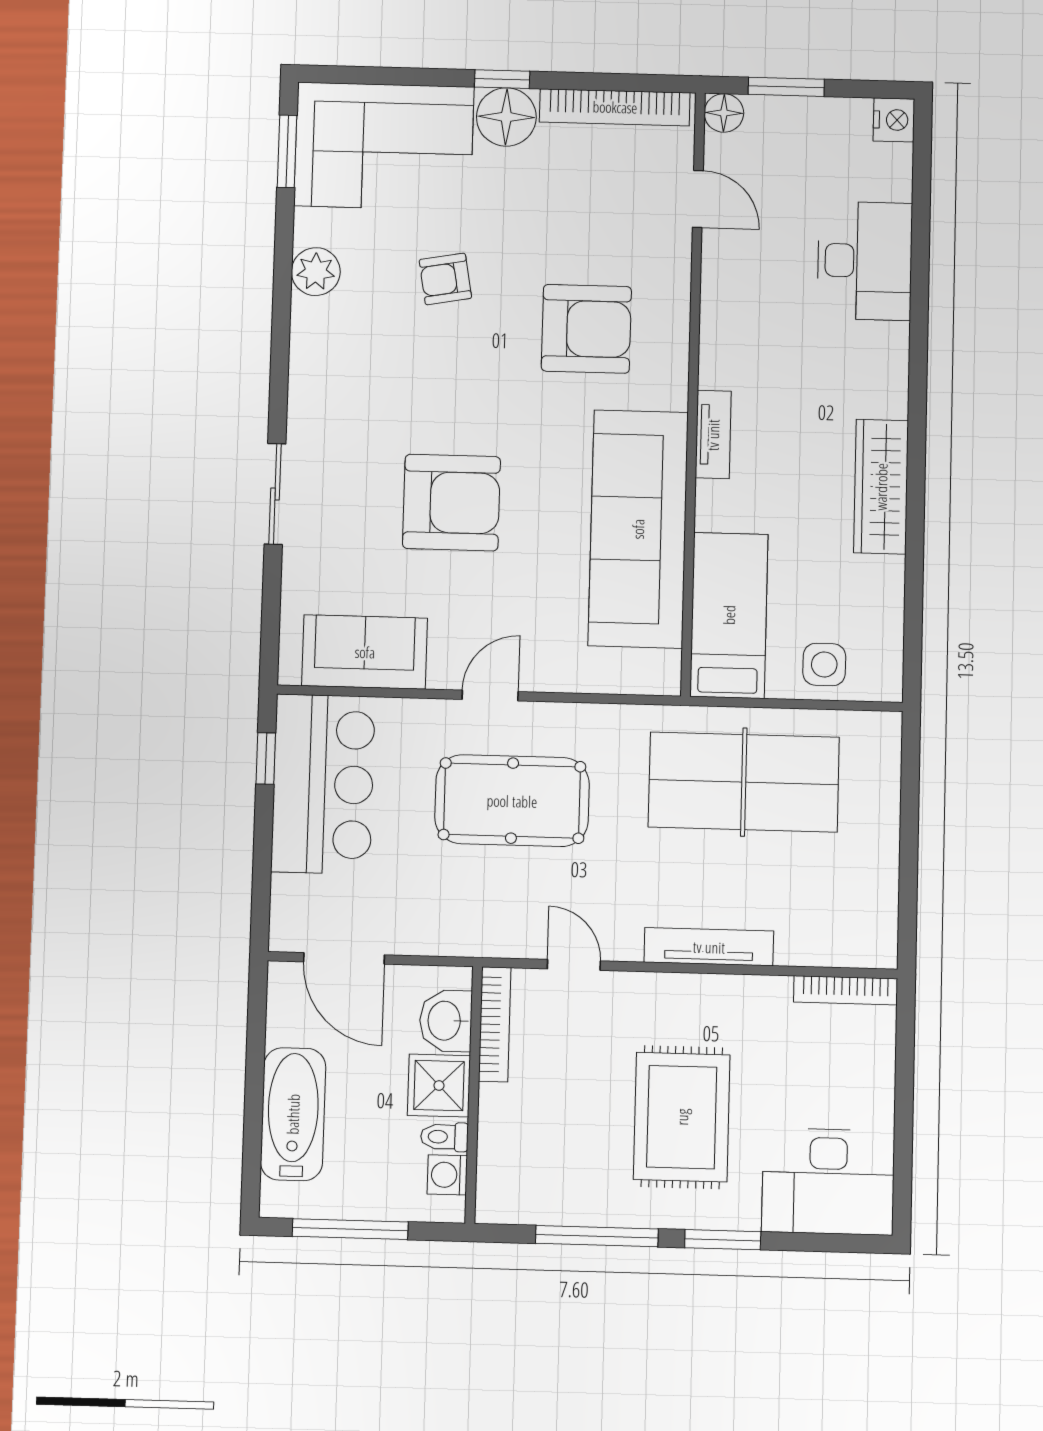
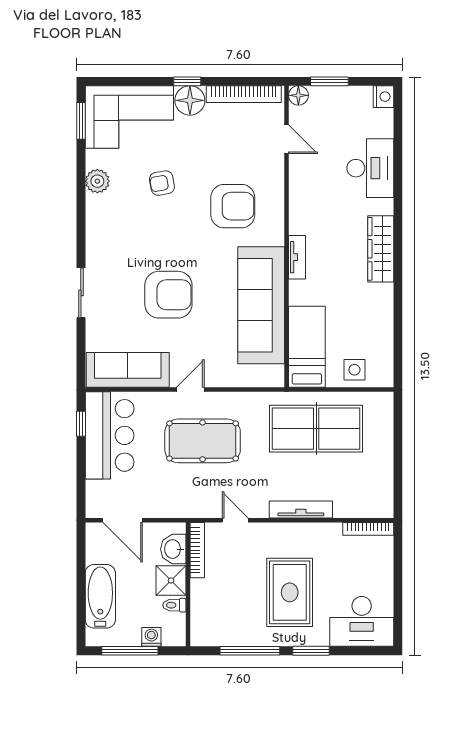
wardrobe: (881, 487) -> (381, 249), moved
sofa: (365, 652) -> (128, 370), width x1.36
washing machine: (447, 1175) -> (151, 637), moved, turned 90

